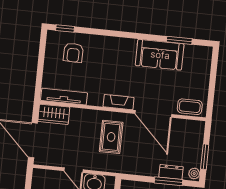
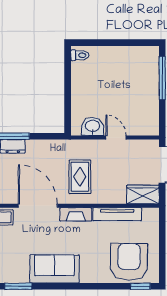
armchair: (73, 53) -> (129, 262), width x1.88, depth x1.88
sofa: (160, 55) -> (54, 269), moved
tv unit: (64, 97) -> (117, 214), moved

